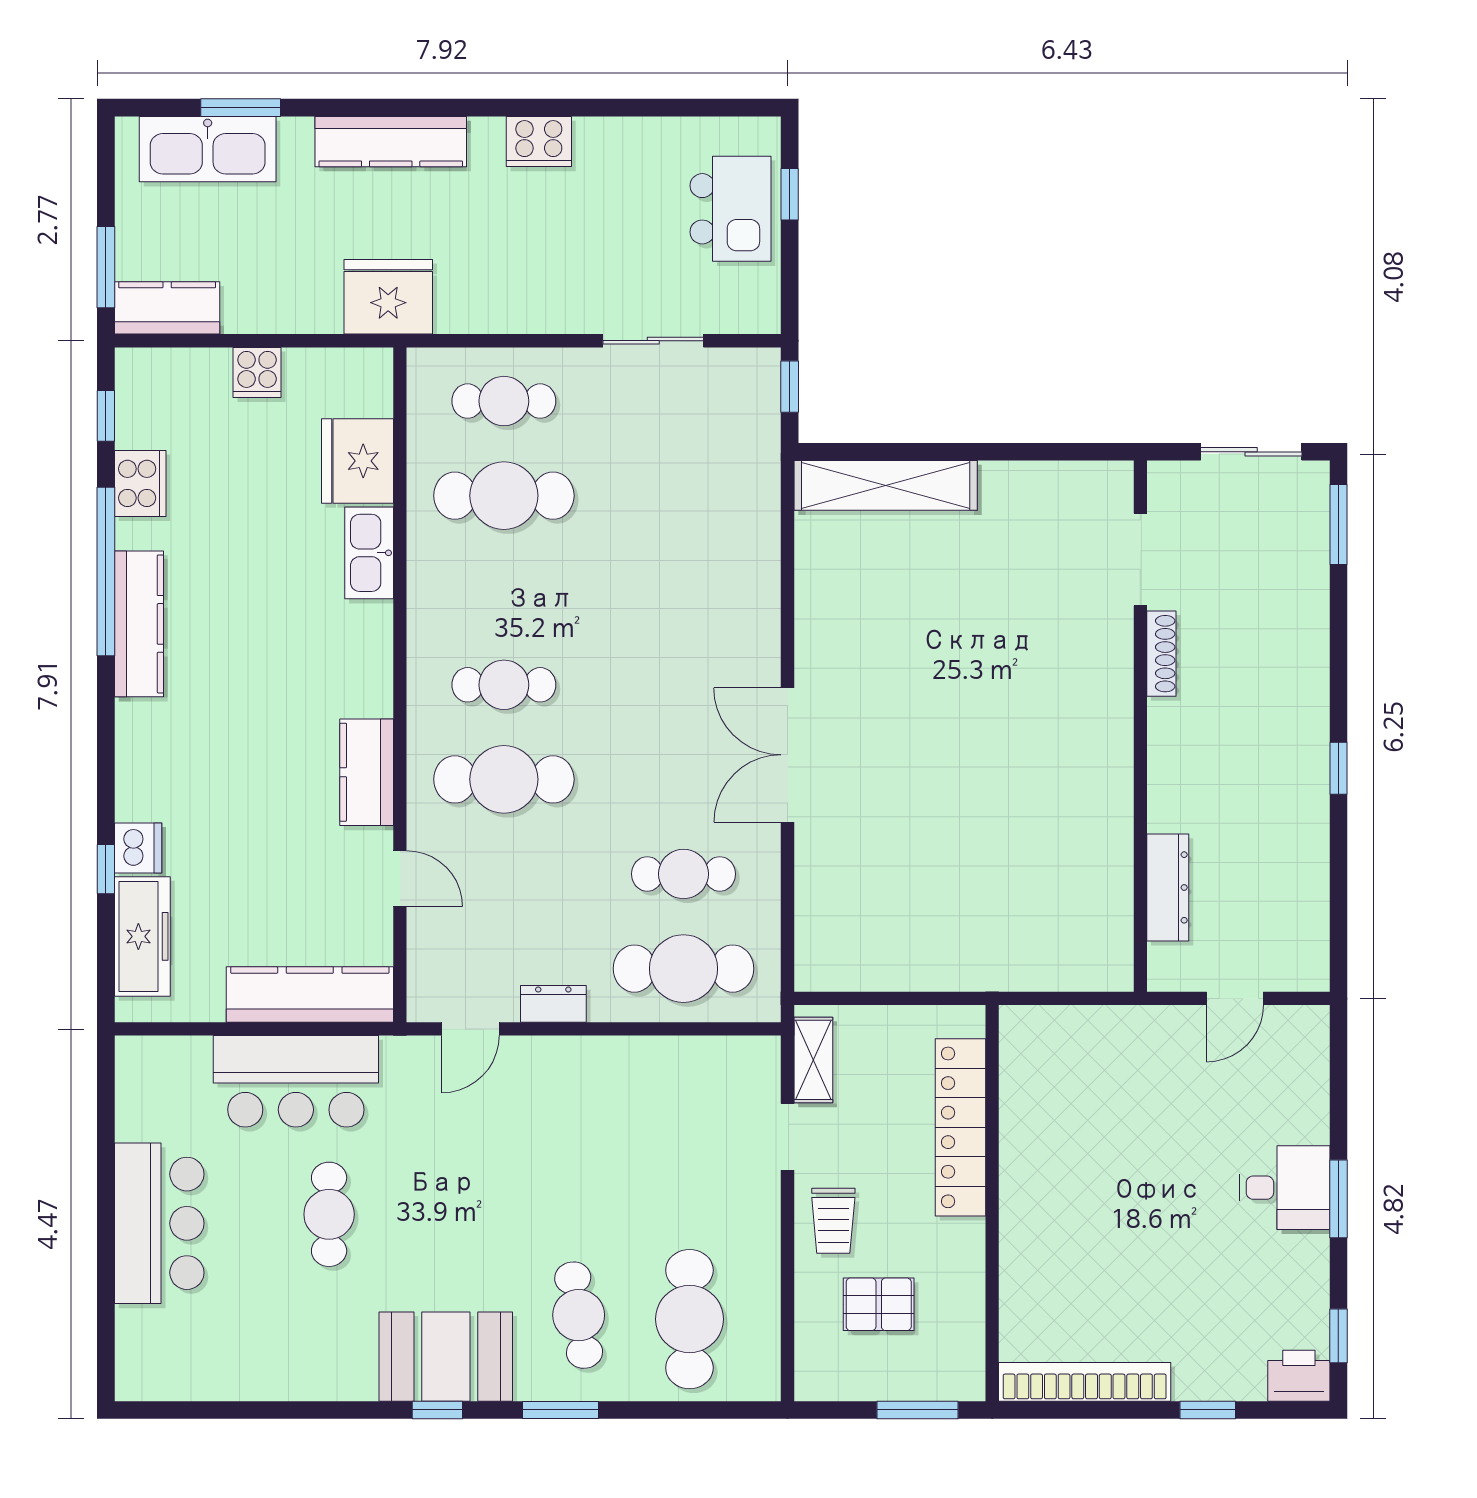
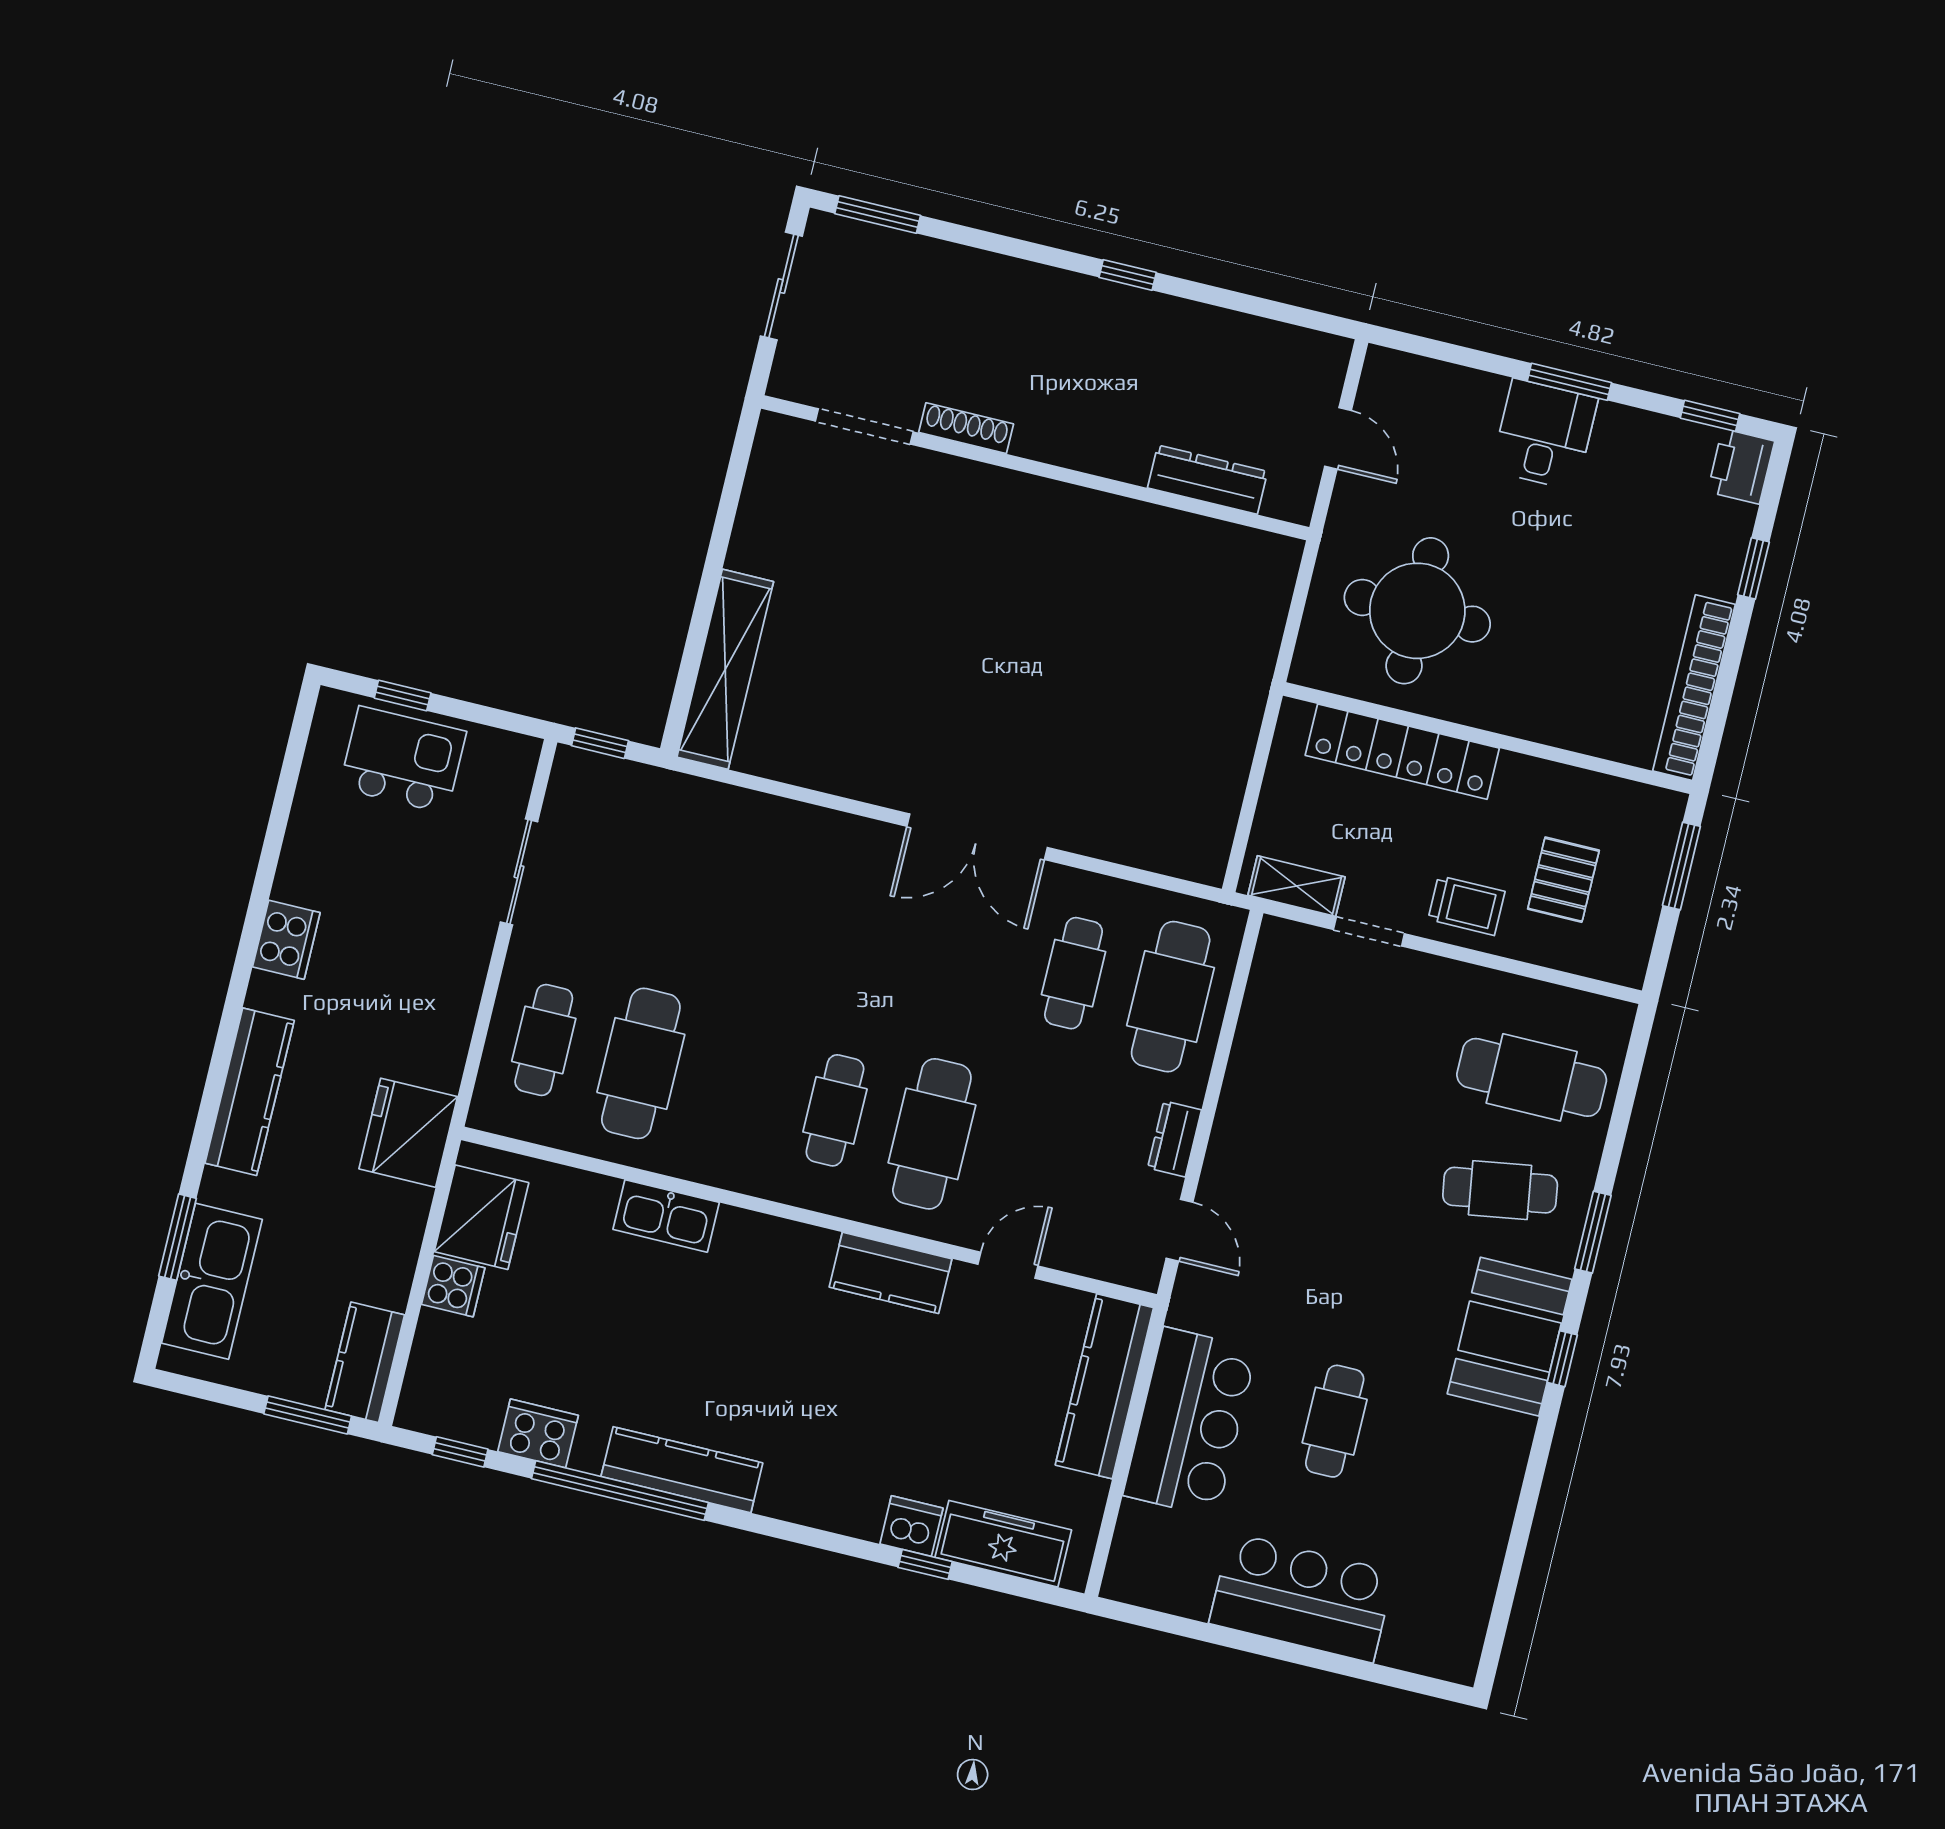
fridge: (357, 461) -> (482, 1217), moved, turned -90
round table: (1094, 1110) -> (1417, 611), added
cafe table: (329, 1214) -> (1335, 1421), turned 90

